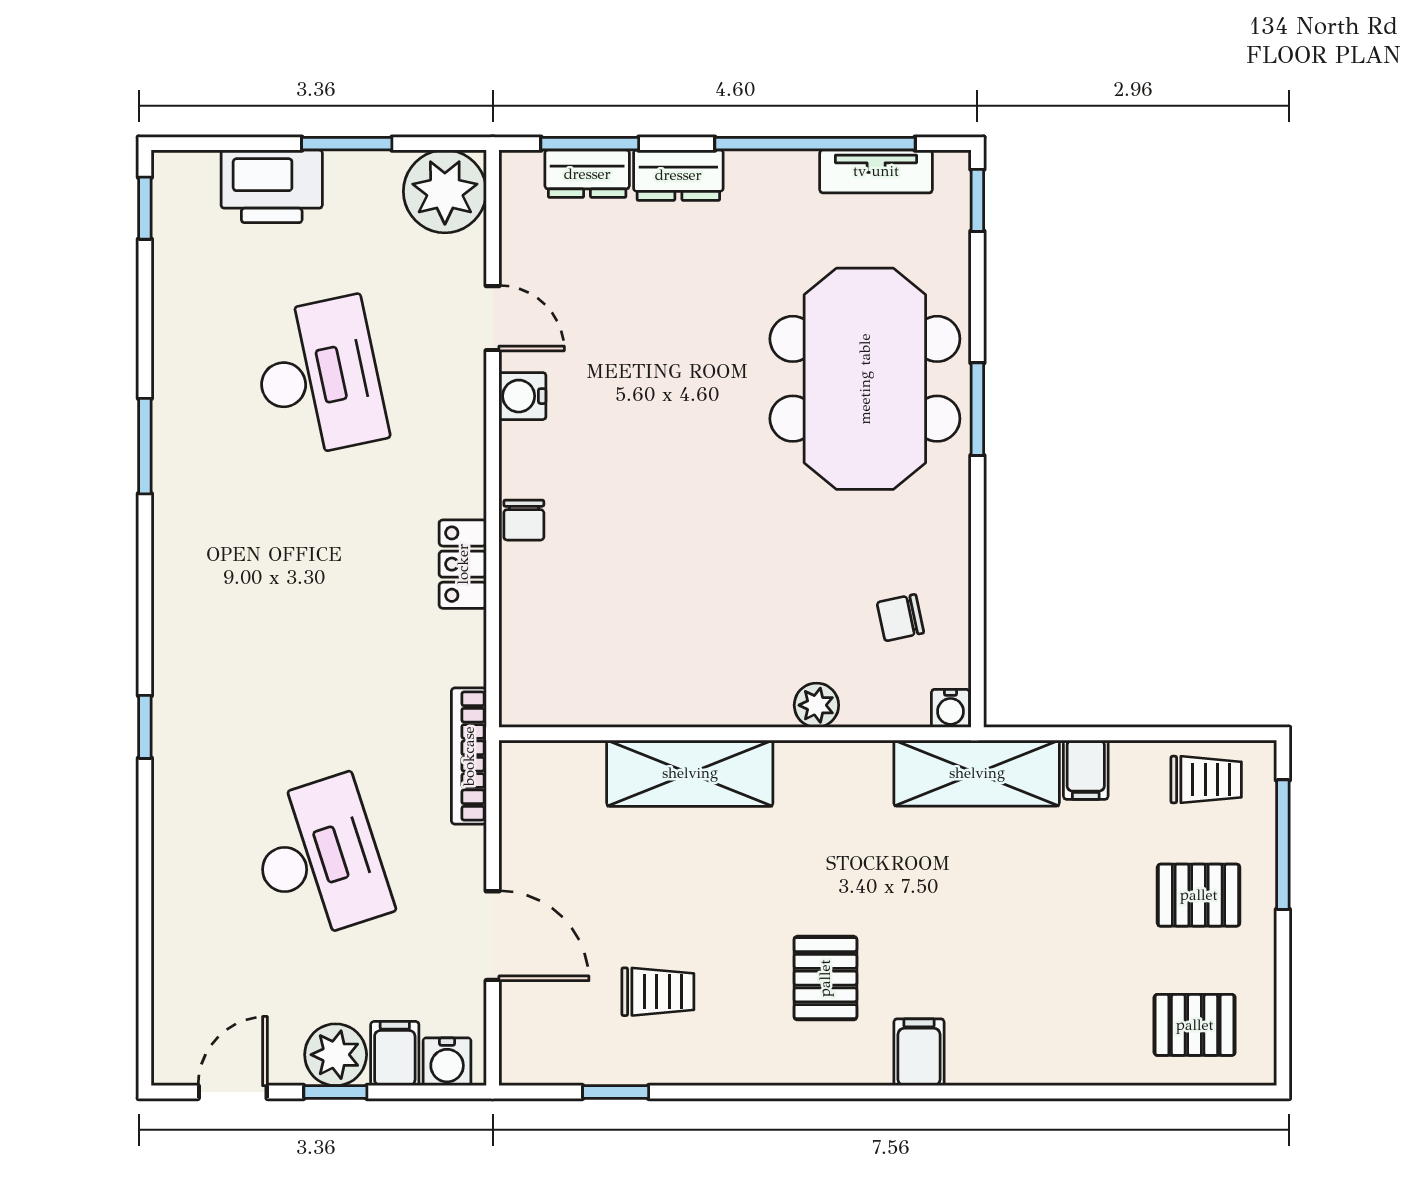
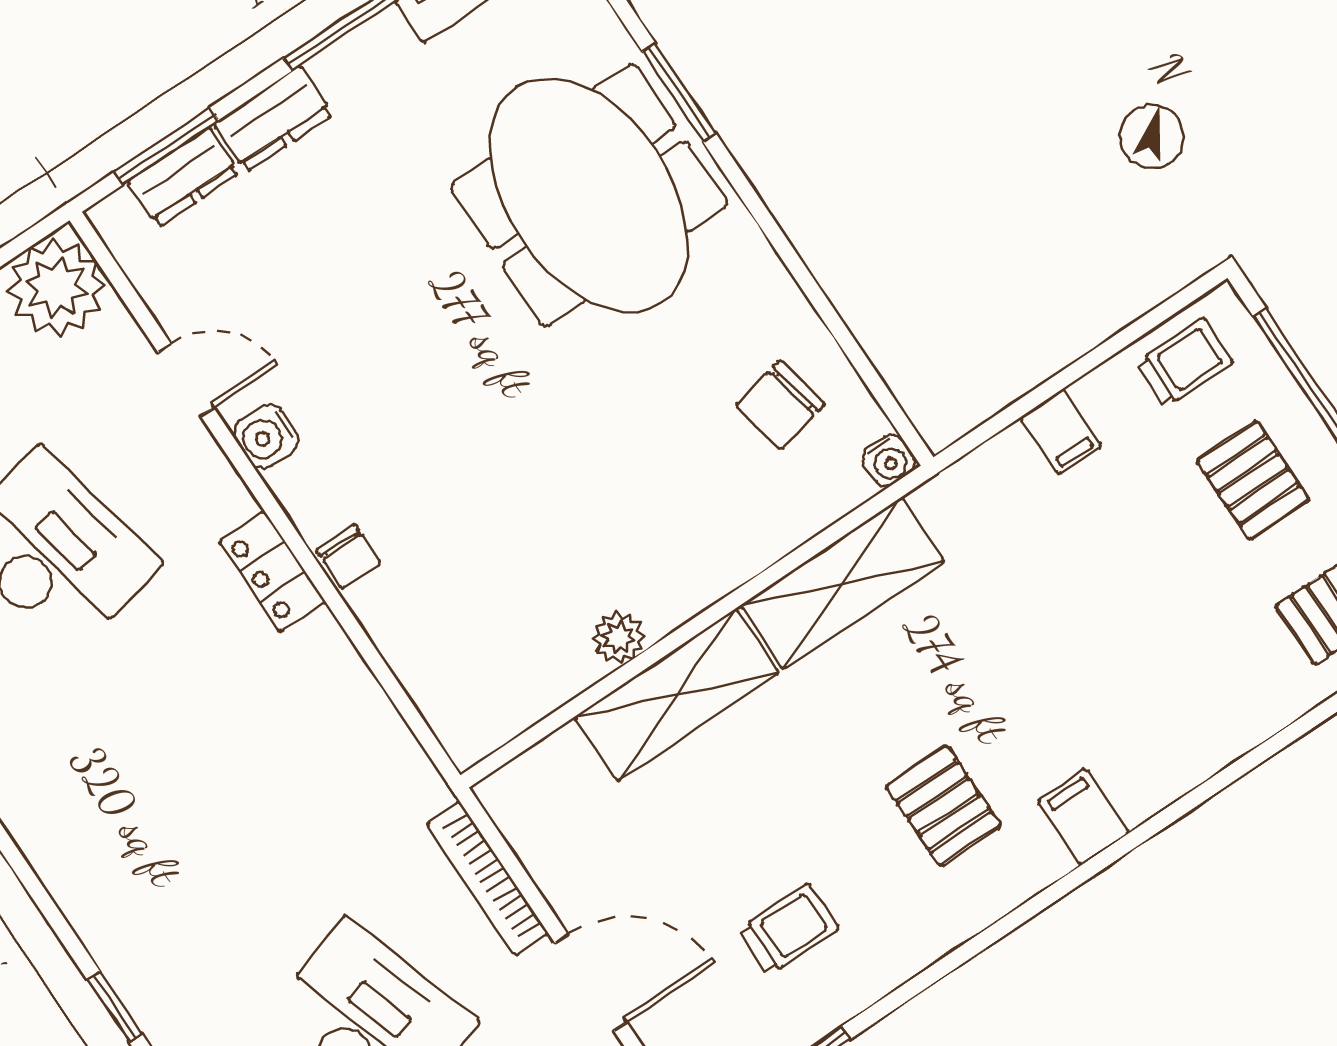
window: (977, 409) -> (679, 92), moved
locker: (463, 564) -> (272, 572), moved
chair: (900, 618) -> (780, 405), width x1.37, depth x1.37
plant: (816, 705) -> (619, 638), moved
bookcase: (469, 756) -> (487, 879), moved
shelving: (977, 773) -> (842, 583), moved
pallet: (1199, 895) -> (1253, 480), turned 90

